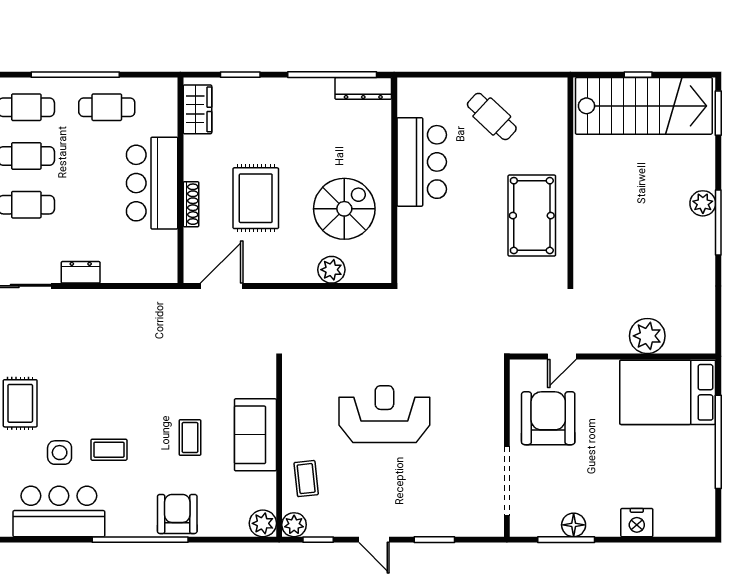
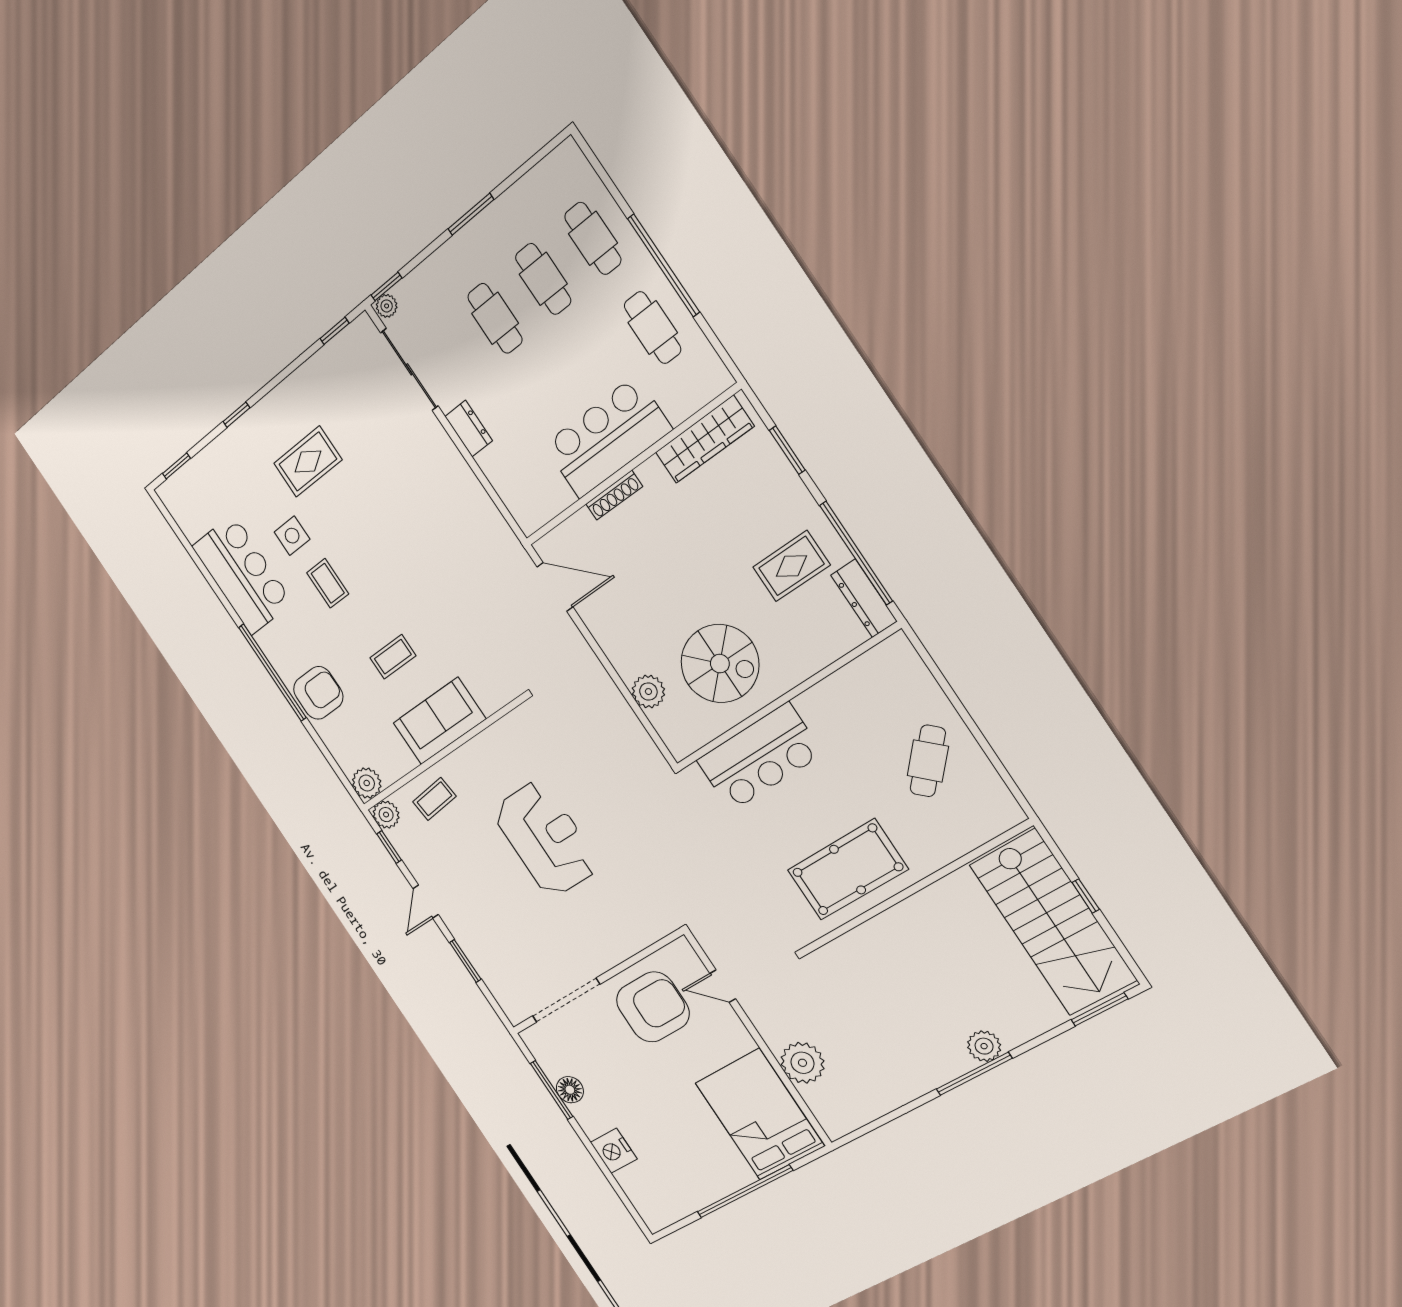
wardrobe: (197, 109) -> (705, 439), width x1.50
bar counter: (422, 162) -> (759, 757), moved
rug: (256, 198) -> (791, 566), moved, width x0.73, depth x0.70

